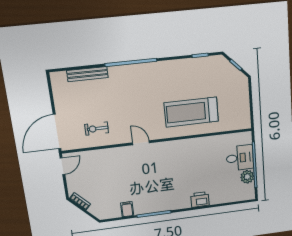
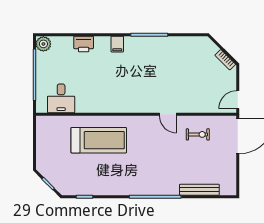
door: (141, 143) -> (168, 114), moved
desk: (240, 158) -> (61, 98), moved, turned -90
plant: (247, 177) -> (43, 44), moved
printer: (200, 200) -> (84, 44), moved
filing cabinet: (127, 209) -> (117, 44), moved

